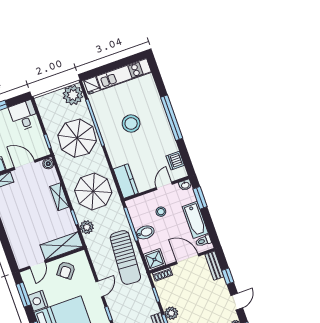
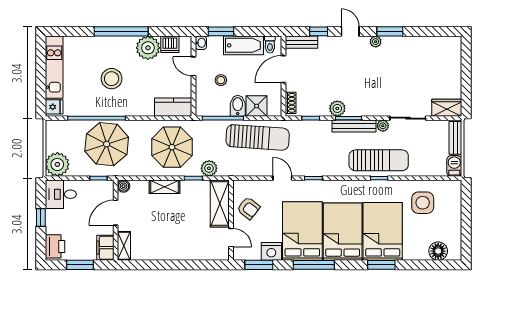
plant: (73, 95) -> (57, 164), moved
plant: (166, 144) -> (148, 48), added
shower: (155, 260) -> (257, 106), moved

